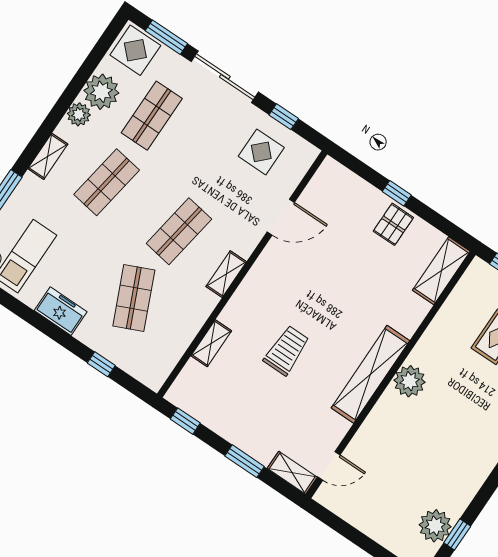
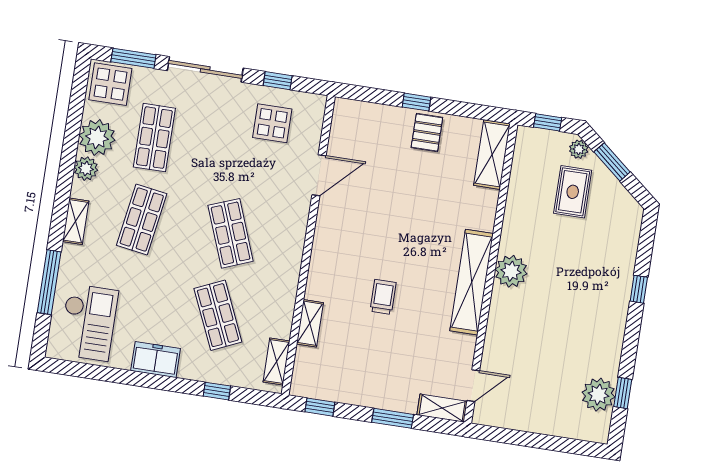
shop shelf: (179, 231) -> (231, 233), turned -30
shelving: (226, 274) -> (276, 361), moved
trolley: (287, 350) -> (383, 297), width x0.73, depth x0.72

